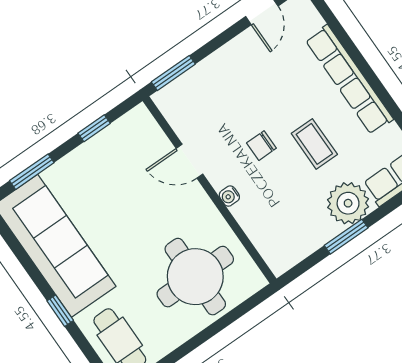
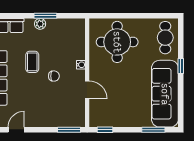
window: (94, 128) -> (105, 130), moved
plant: (348, 203) -> (40, 24), width x0.53, depth x0.53

